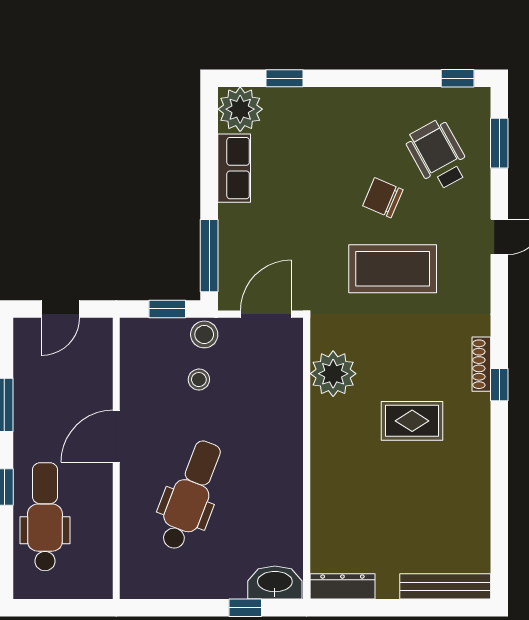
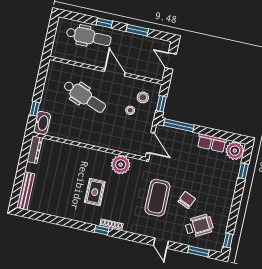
stool: (204, 334) -> (143, 97), moved

